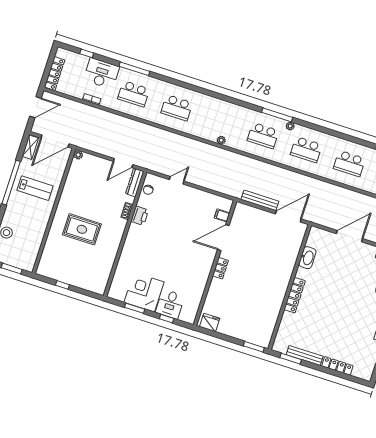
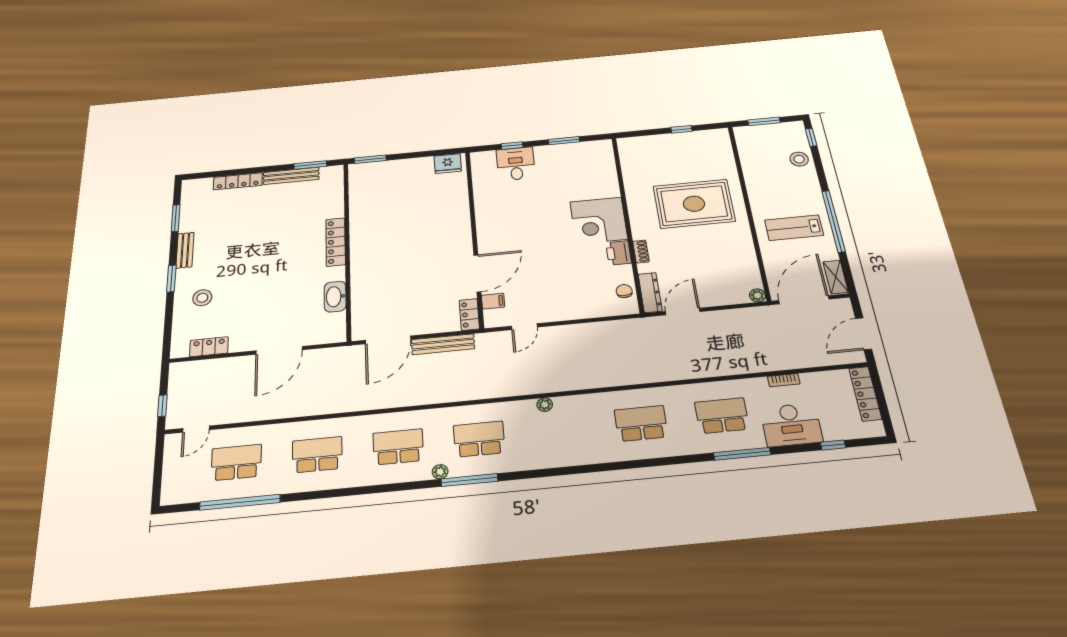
door: (177, 180) -> (524, 327), moved
rug: (82, 229) -> (694, 204), width x1.37, depth x1.44
locker: (220, 268) -> (469, 315), moved
corner desk: (144, 292) -> (599, 220), moved, turned 90

